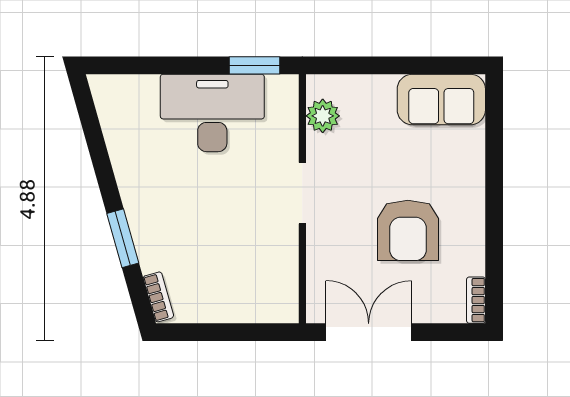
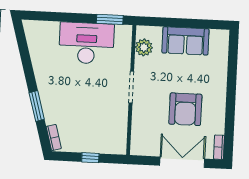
sofa: (441, 100) -> (185, 41), moved
window: (230, 332) -> (90, 158), added
double door: (369, 332) -> (182, 162), moved

